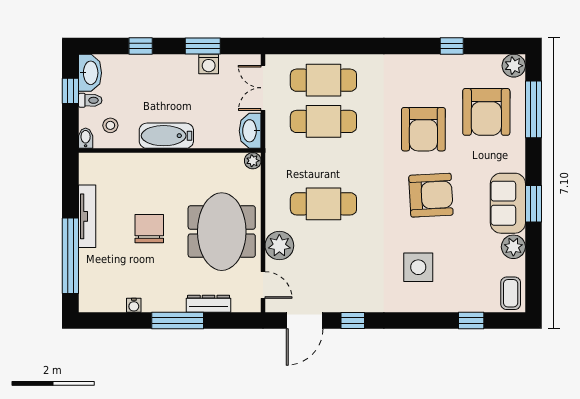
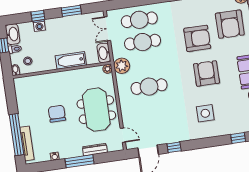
washing machine: (209, 64) -> (39, 25), moved
armchair: (423, 129) -> (197, 38), turned -90
bathtub: (166, 136) -> (71, 60), moved
armchair: (431, 195) -> (206, 73), turned -87
tv unit: (87, 216) -> (27, 143), moved
plant: (279, 246) -> (122, 66), moved

